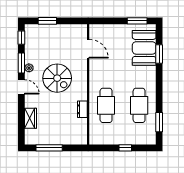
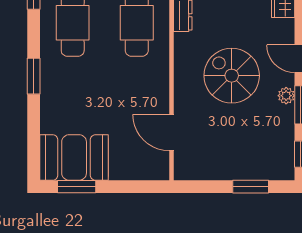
booth: (144, 48) -> (74, 157), moved, turned 90
window: (159, 54) -> (34, 76), moved

